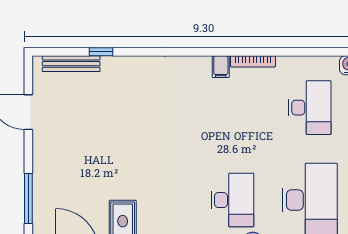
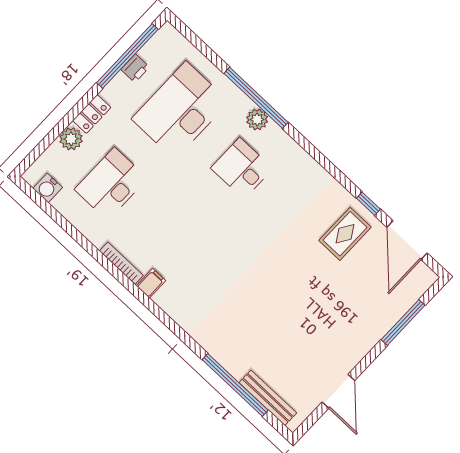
window: (101, 52) -> (235, 385), width x3.17
desk: (232, 200) -> (242, 168), width x0.73

